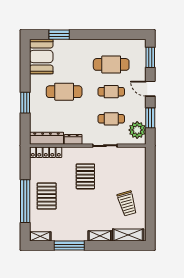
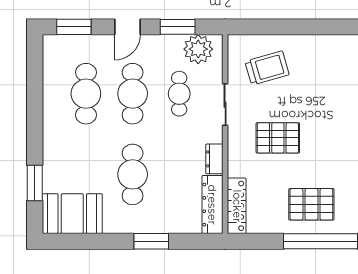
cafe table: (111, 92) -> (133, 94), width x1.37, depth x1.35
trolley: (127, 204) -> (267, 68), moved

